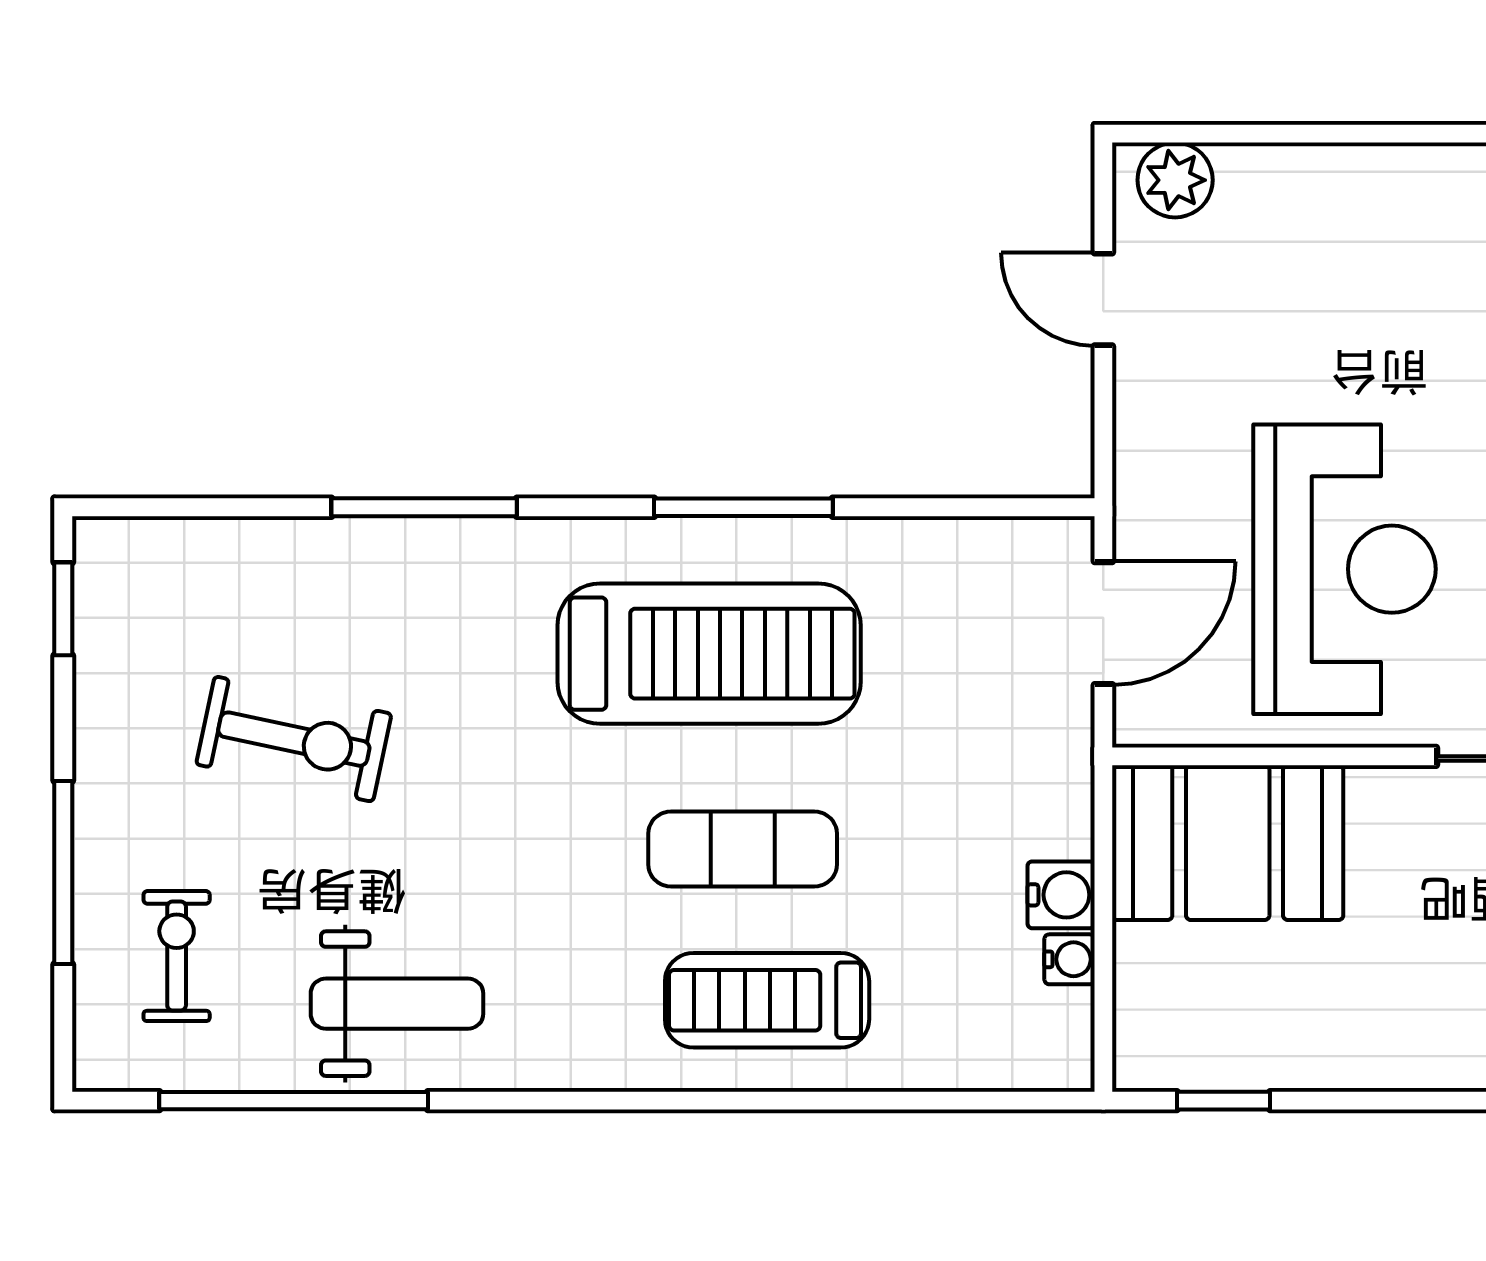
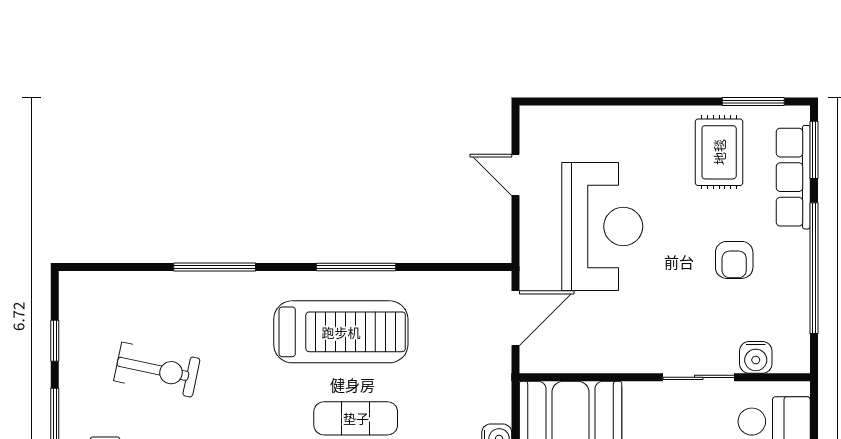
plant: (1175, 180) -> (547, 122), removed
reception desk: (1344, 569) -> (602, 226), moved
window: (63, 609) -> (55, 341), moved

